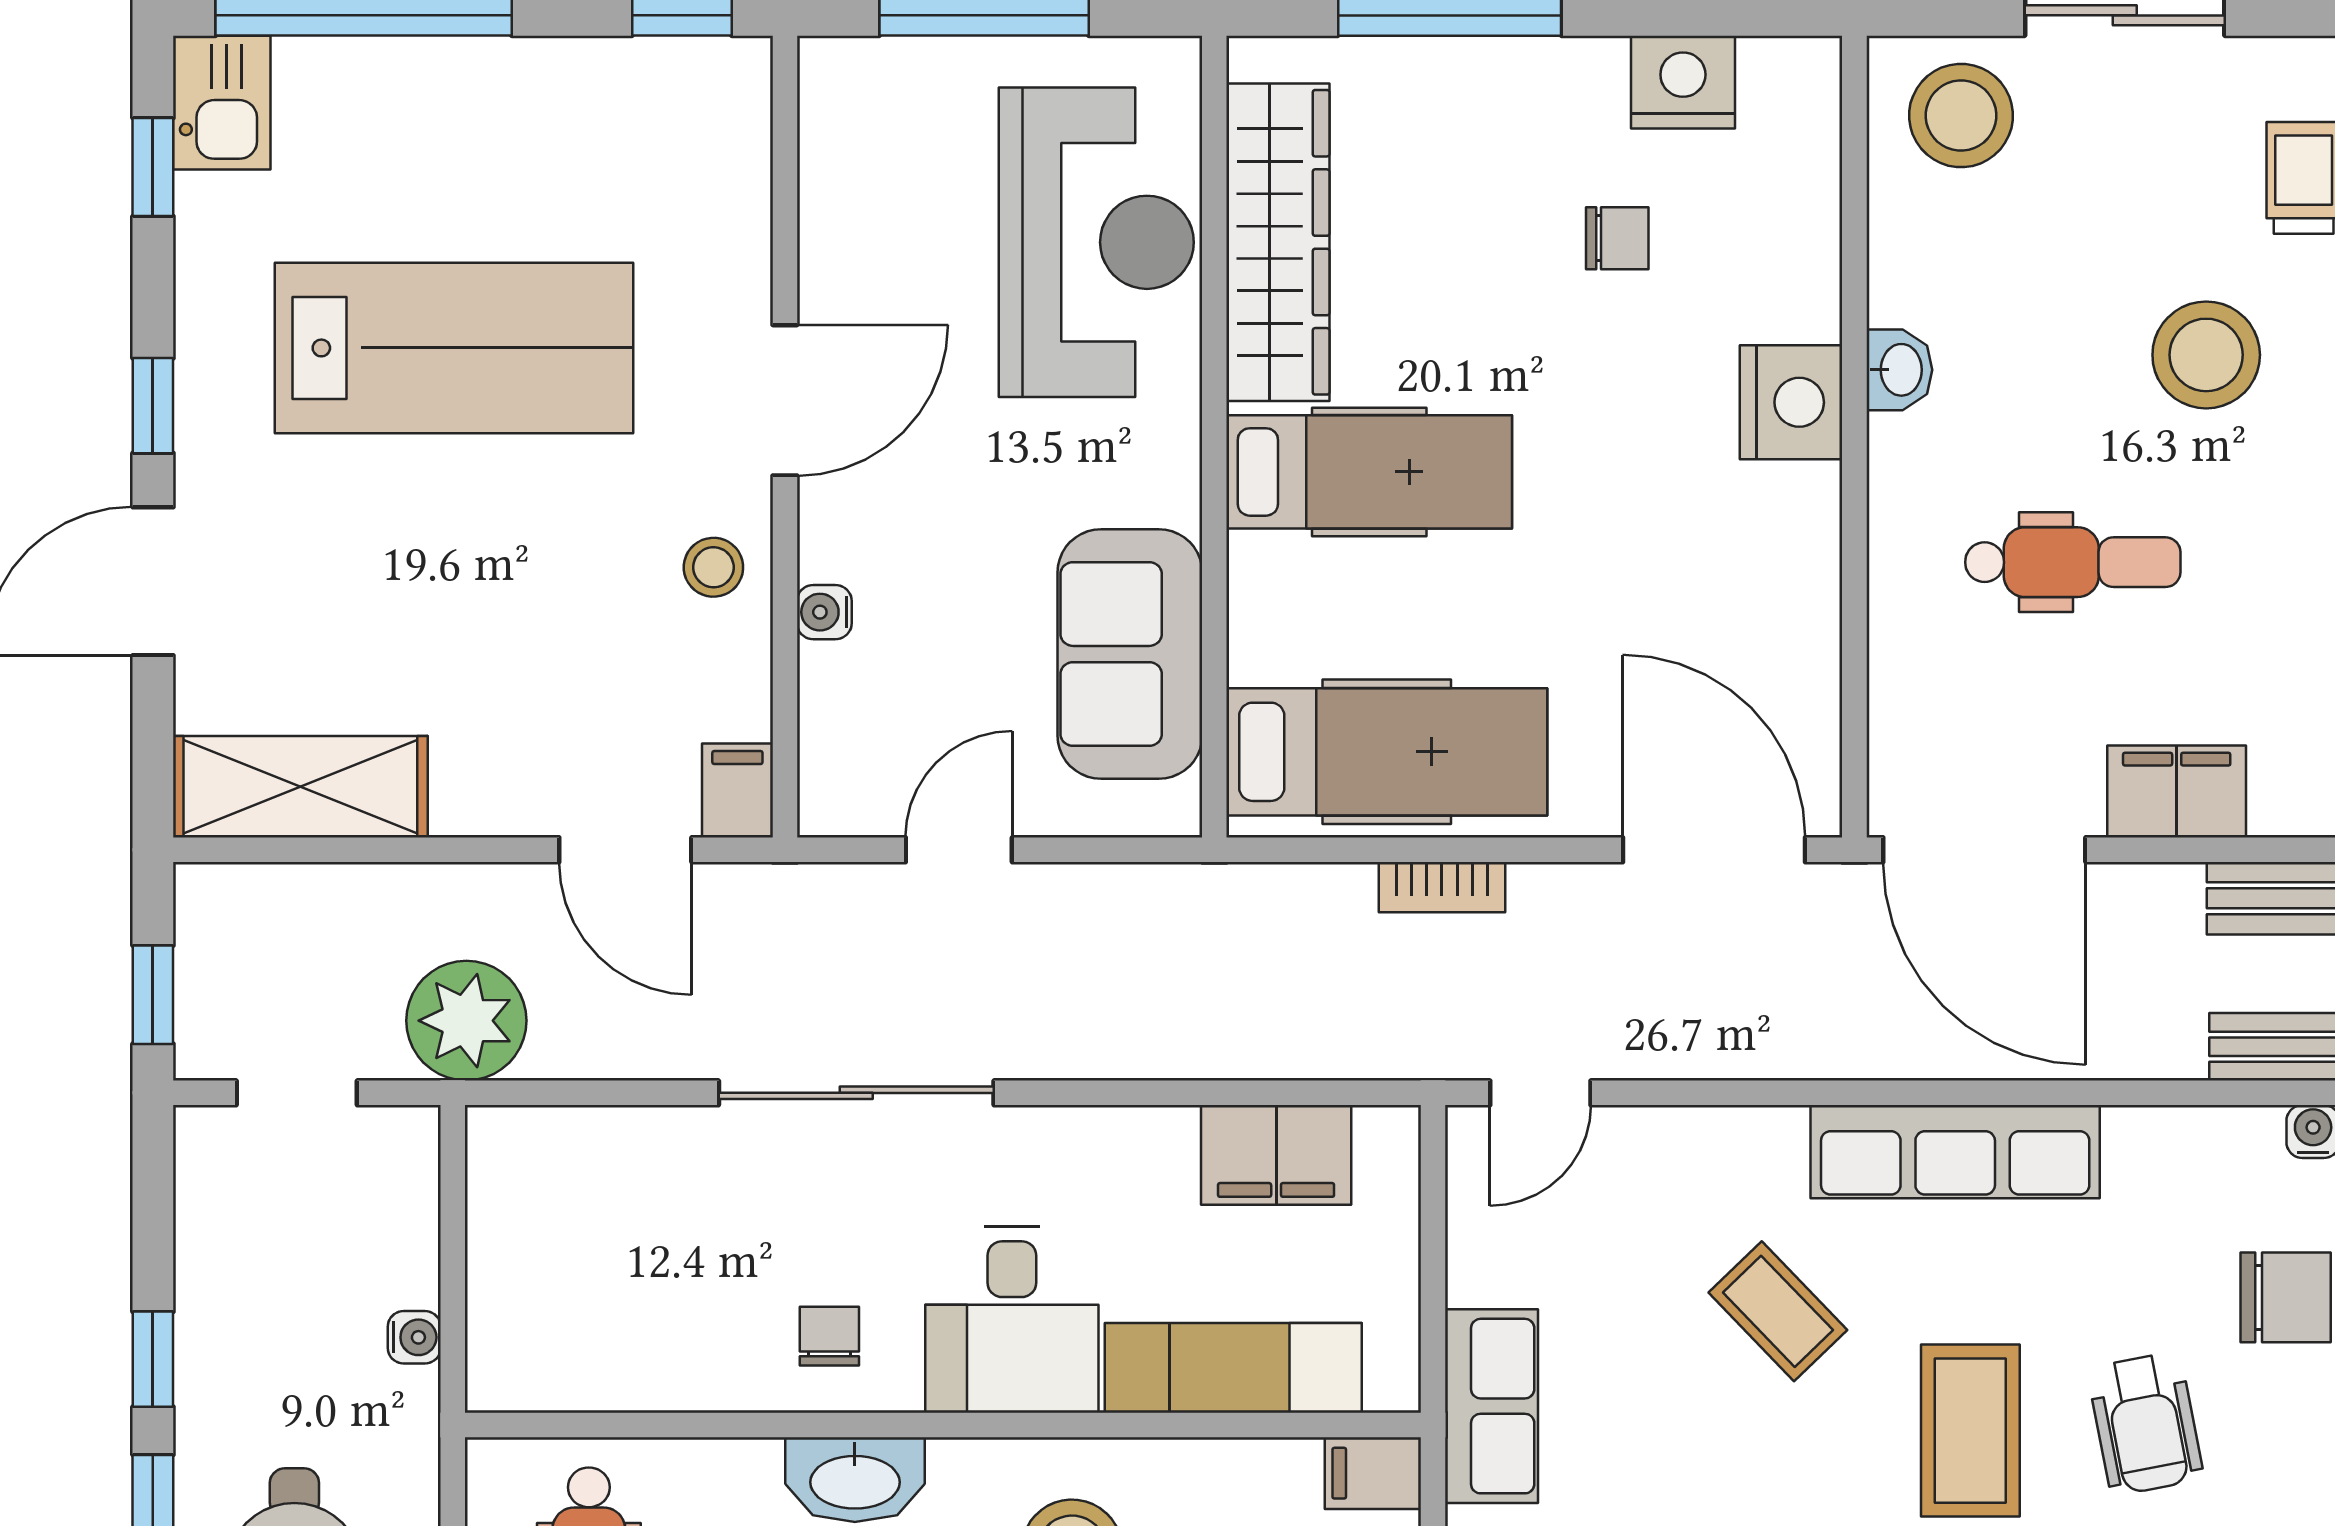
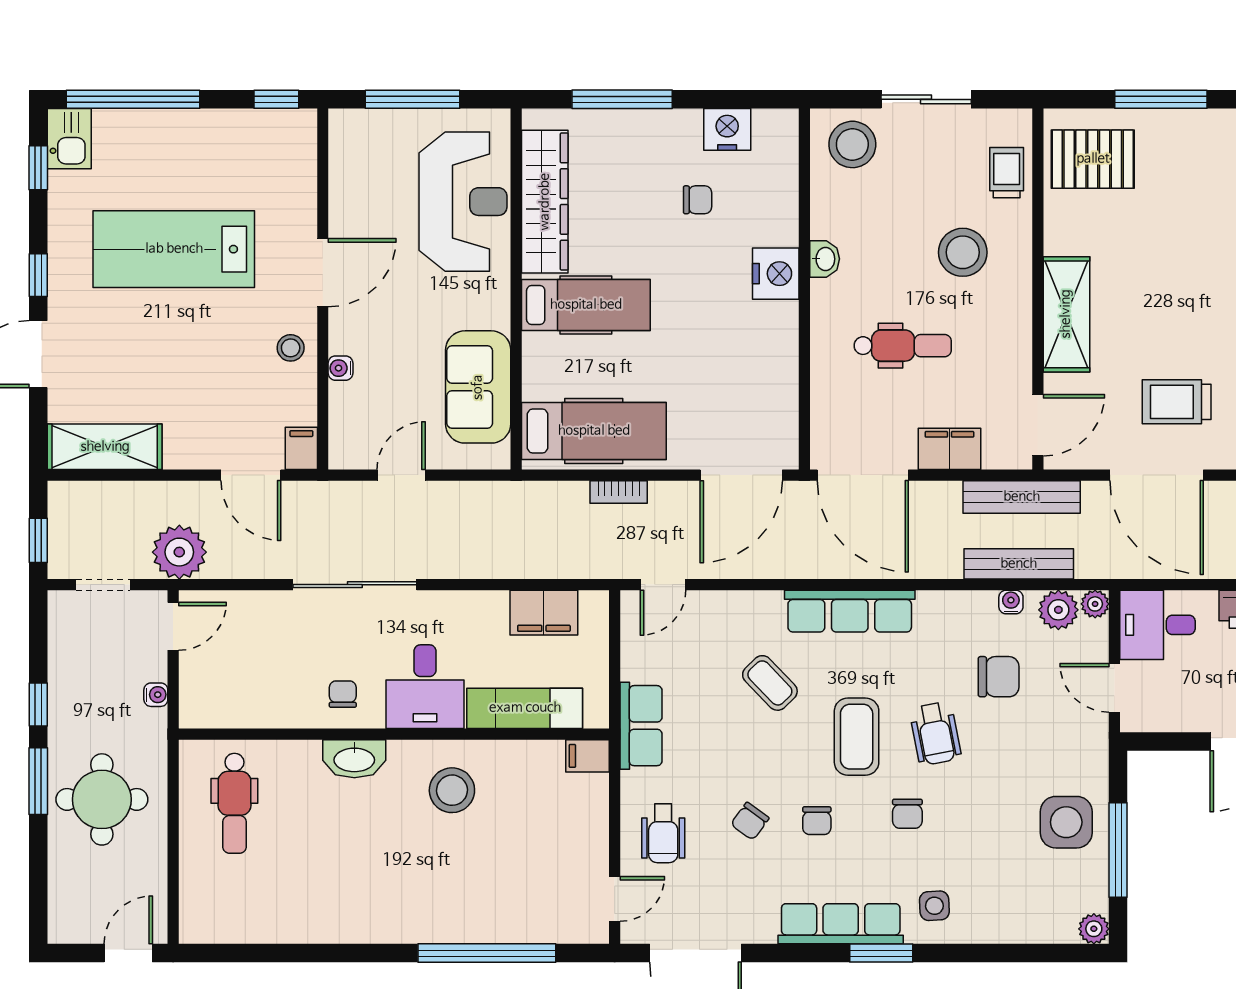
lab bench: (454, 348) -> (174, 249), turned 180
door: (1714, 850) -> (741, 475), swing flipped
door: (453, 1186) -> (173, 626), added

